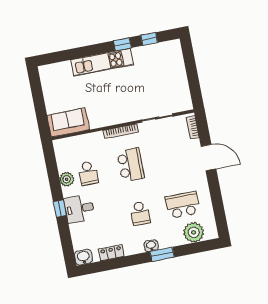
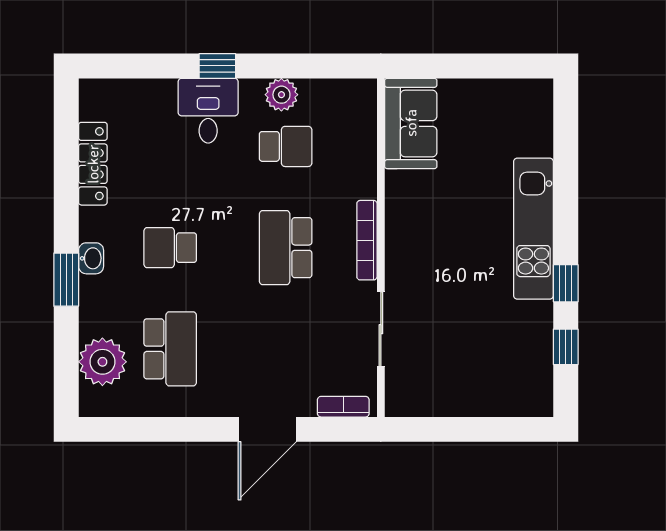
school desk: (131, 165) -> (286, 248), turned 90
school desk: (88, 173) -> (286, 146), turned 180
locker: (111, 253) -> (93, 164), width x1.53
washbasin: (83, 257) -> (95, 98), removed

